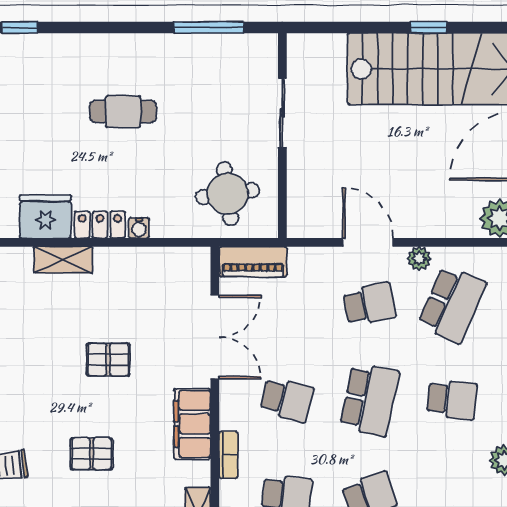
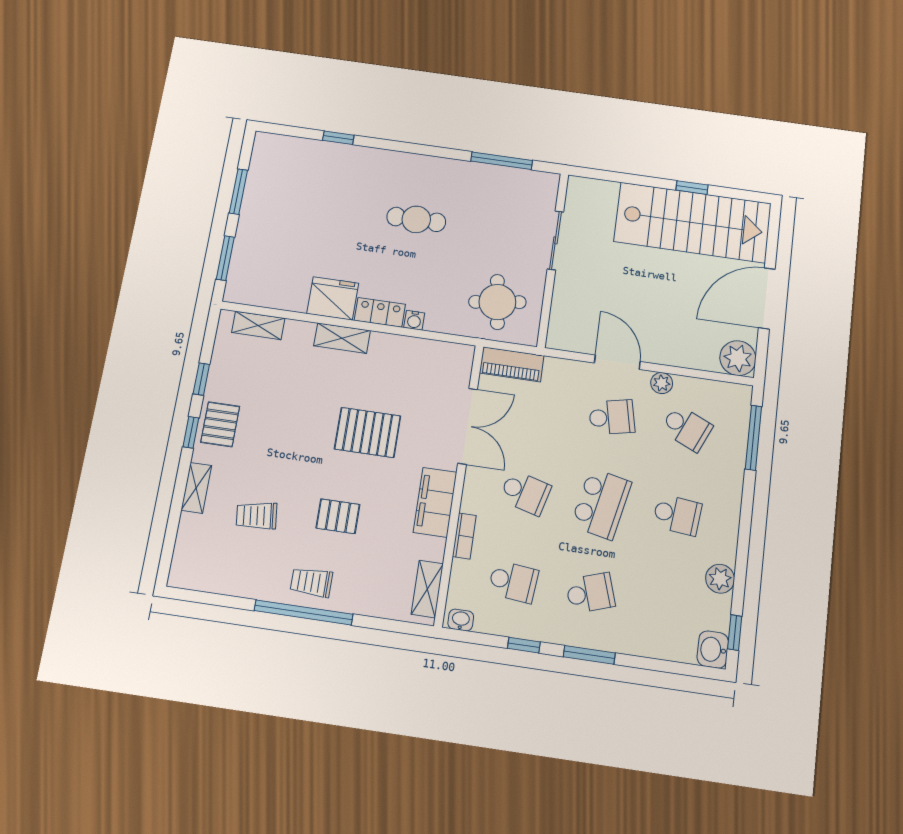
school desk: (452, 304) -> (687, 428), width x0.54
pallet: (108, 360) -> (368, 432), width x1.50, depth x1.42

